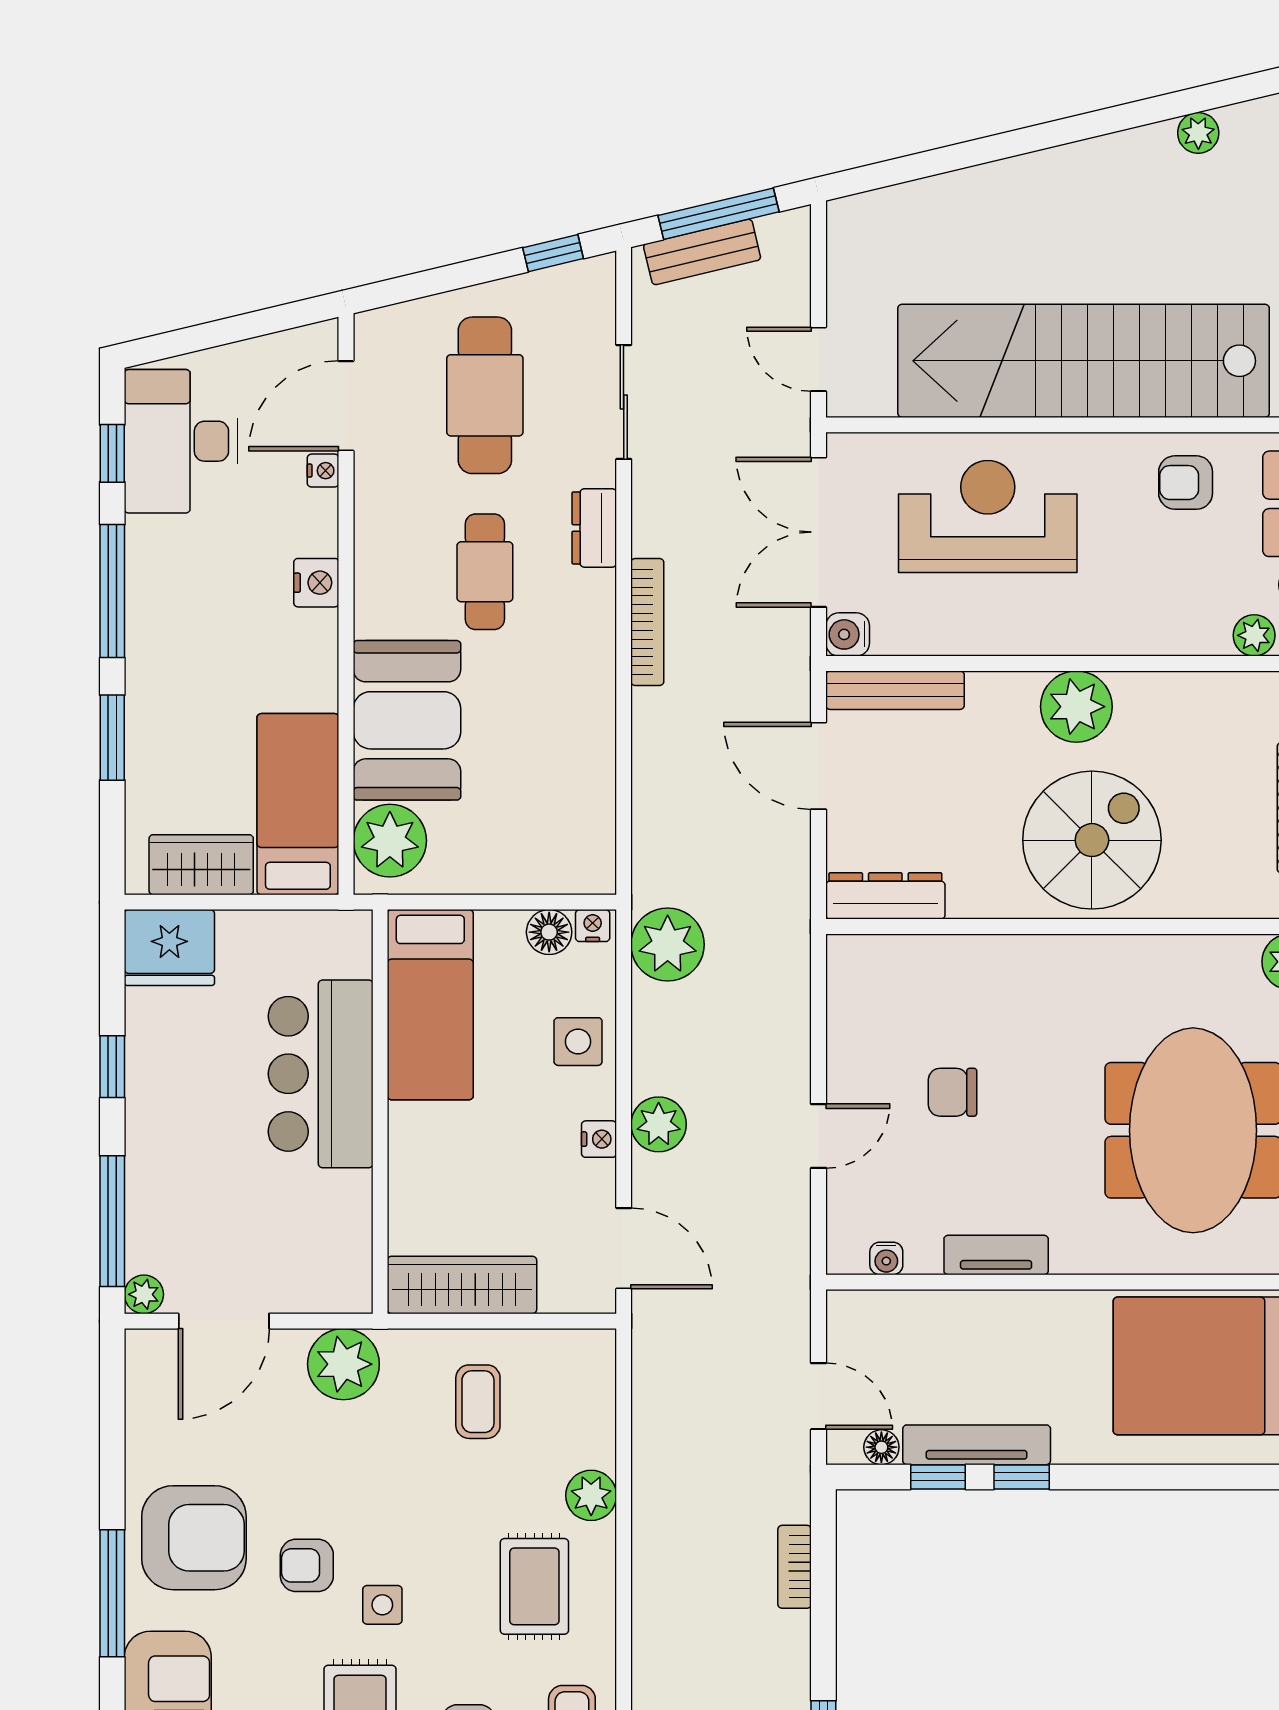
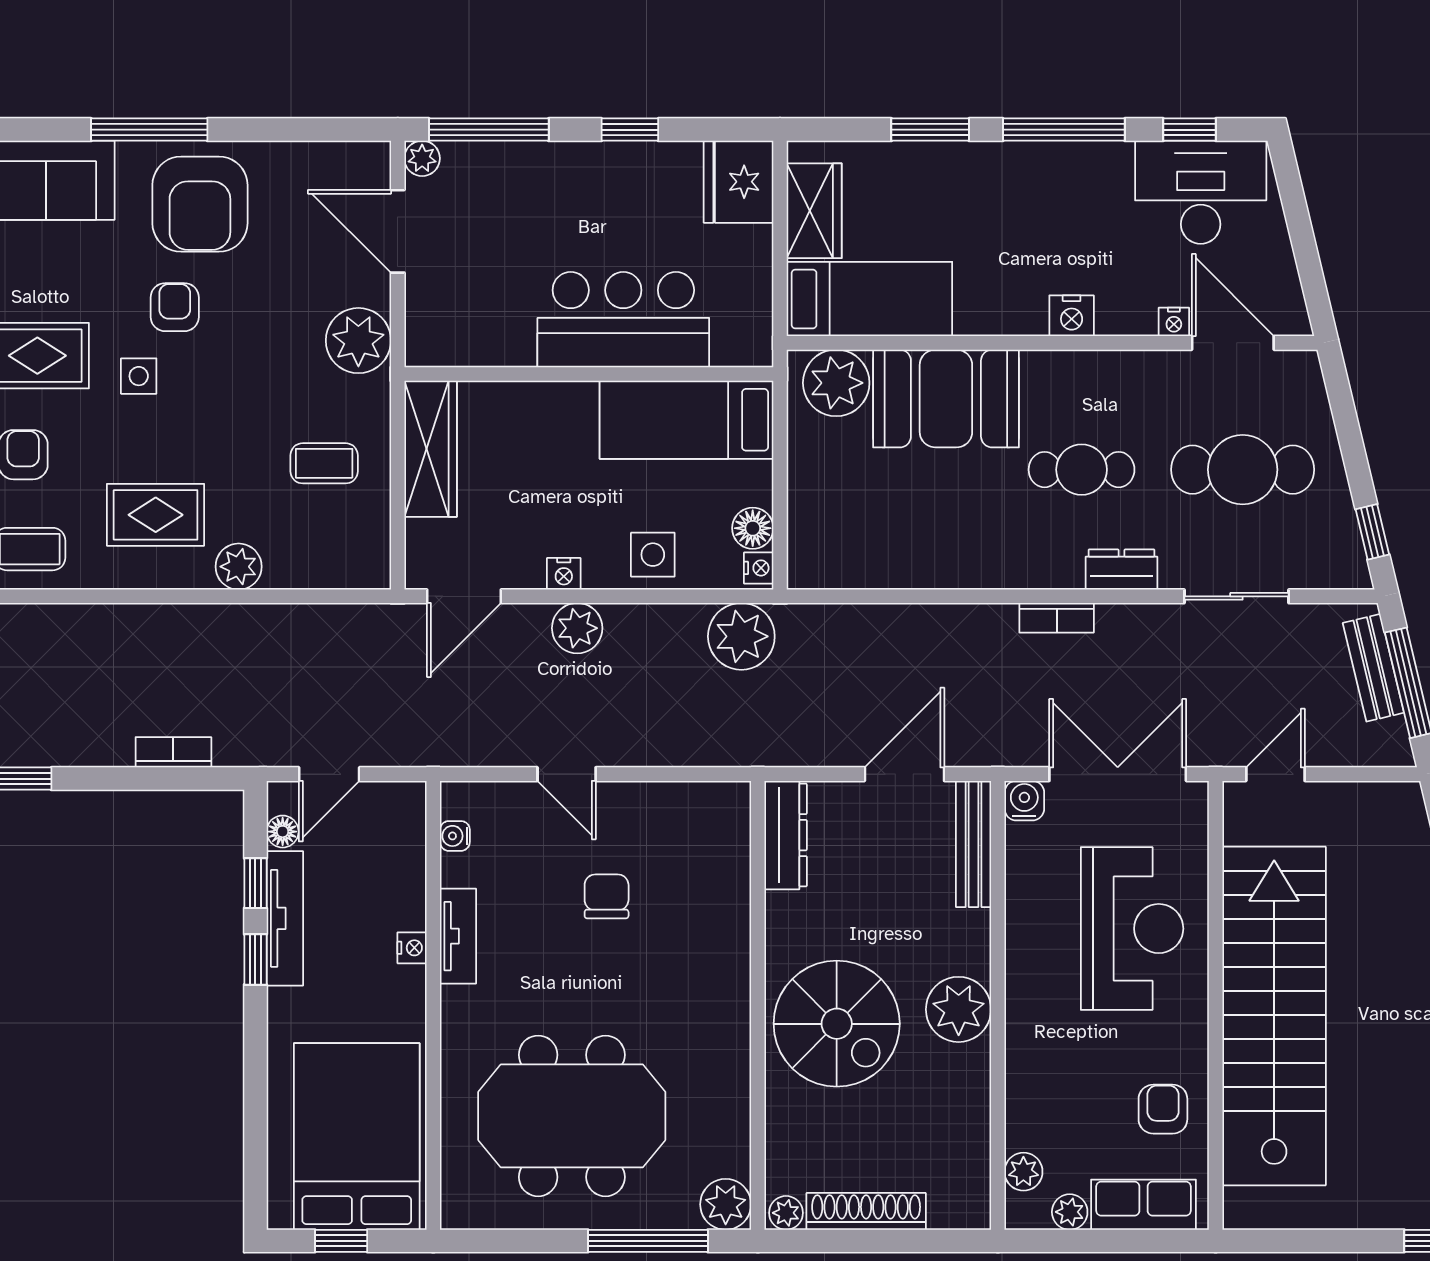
bookcase: (647, 622) -> (1057, 618), width x0.64
nightstand: (1009, 1305) -> (412, 948), added

